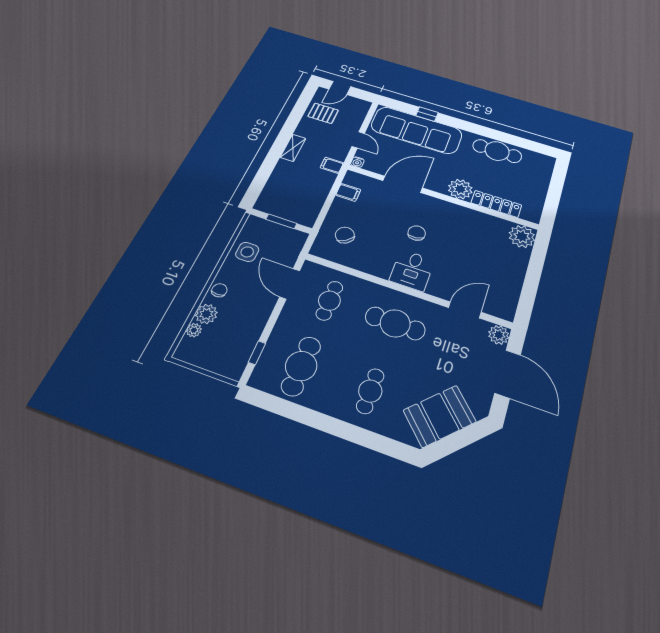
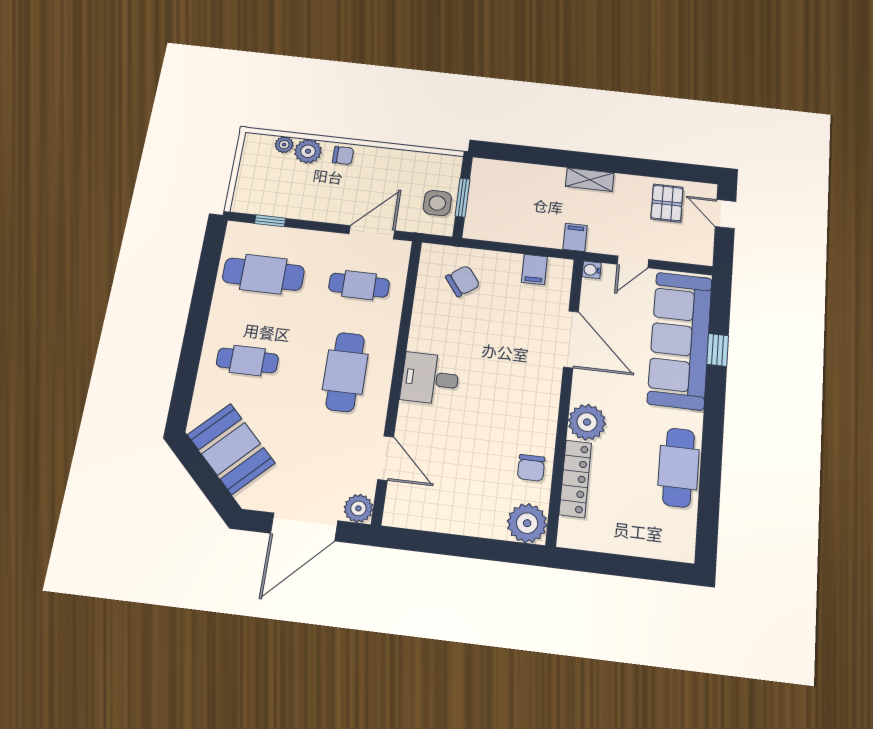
chair: (417, 233) -> (531, 468), moved, turned 97
side table: (247, 252) -> (437, 203), moved

